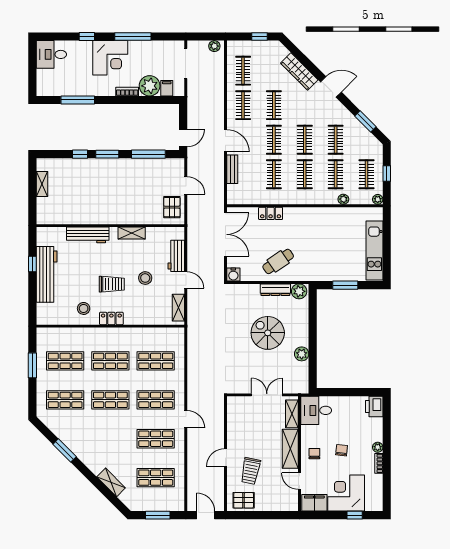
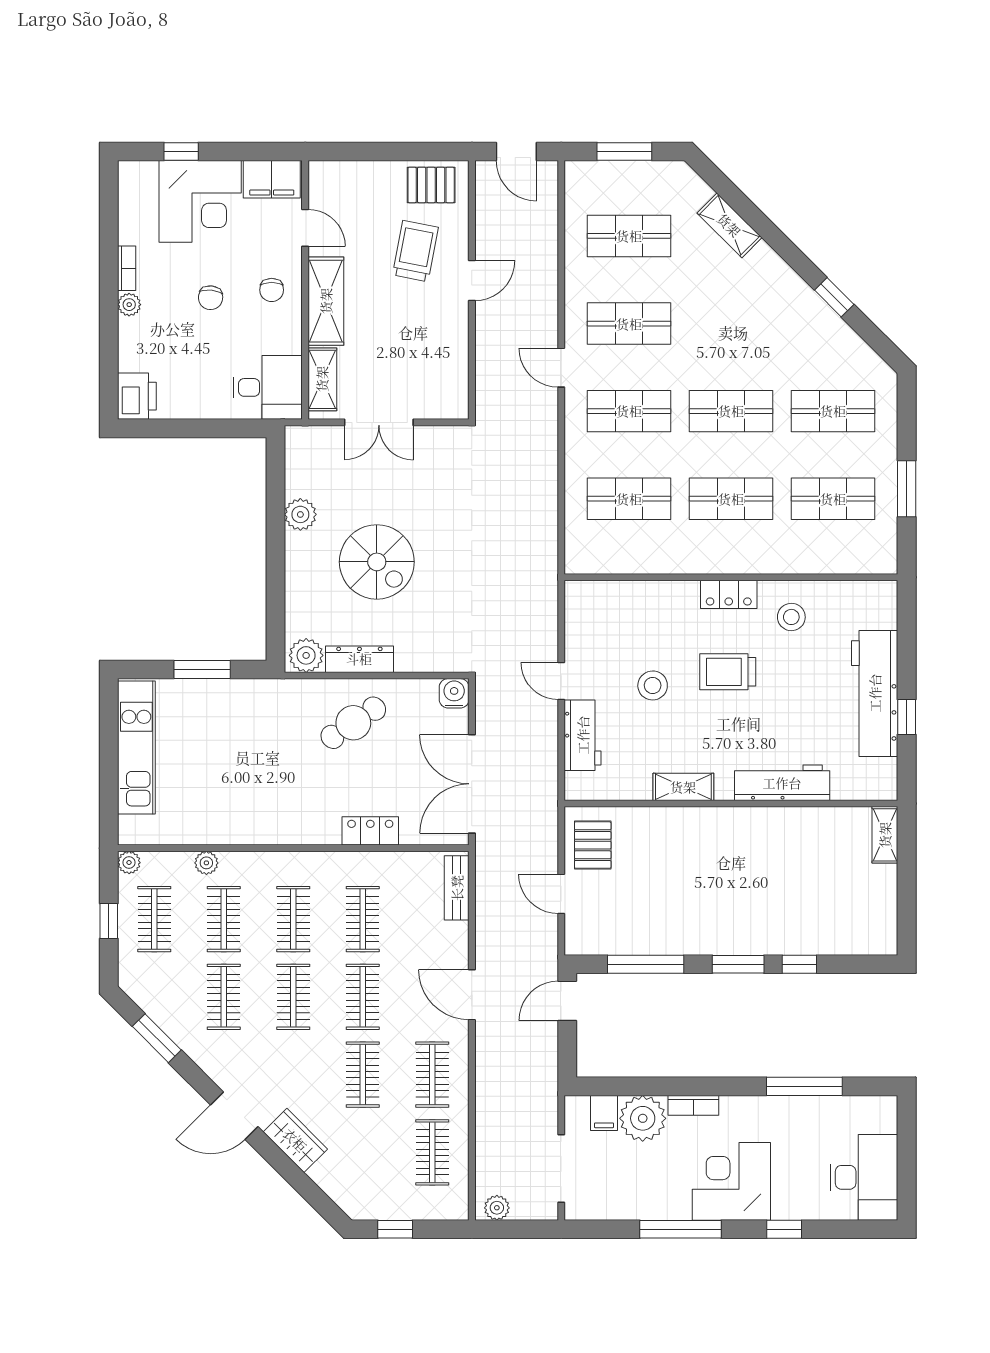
desk: (51, 54) -> (864, 1177), width x1.37
wardrobe: (299, 71) -> (295, 1140), width x0.67
bench: (232, 169) -> (457, 888), moved
shelving: (42, 184) -> (885, 835), moved
shelving: (178, 308) -> (578, 619), removed
window: (65, 450) -> (834, 297), width x0.67

